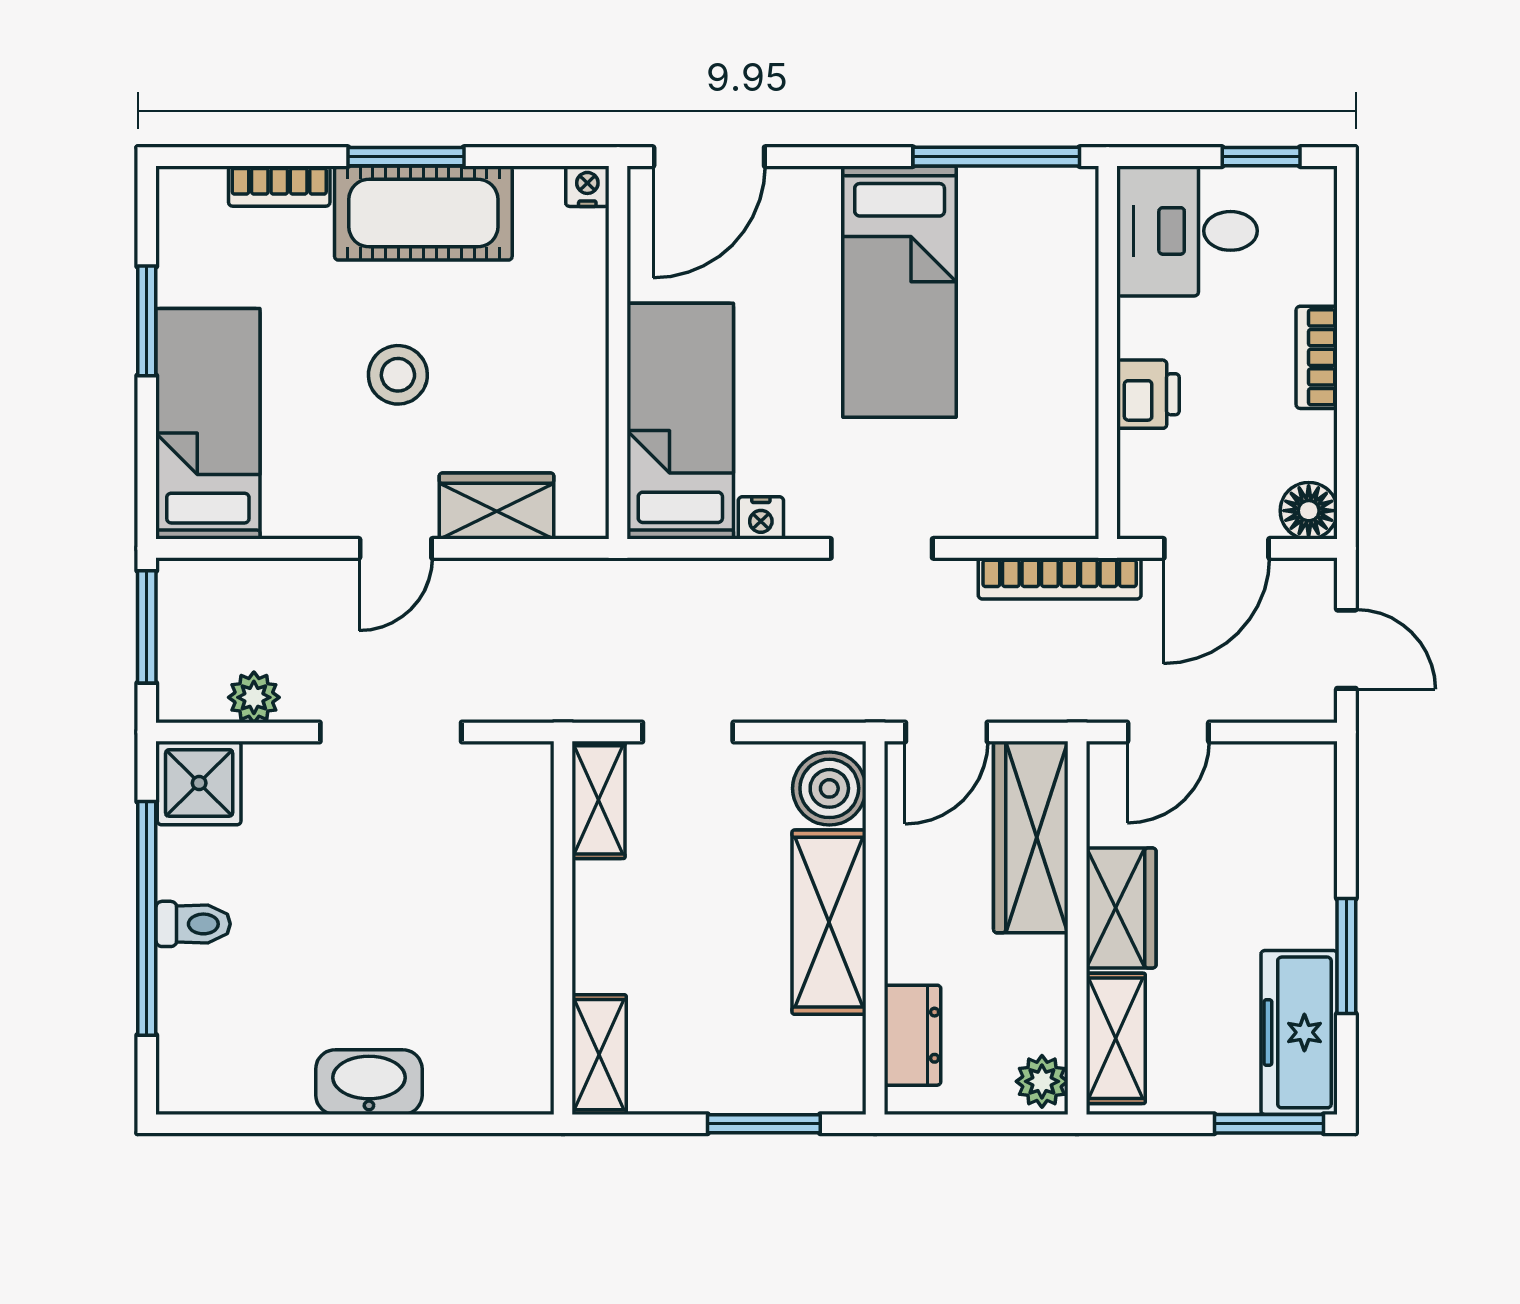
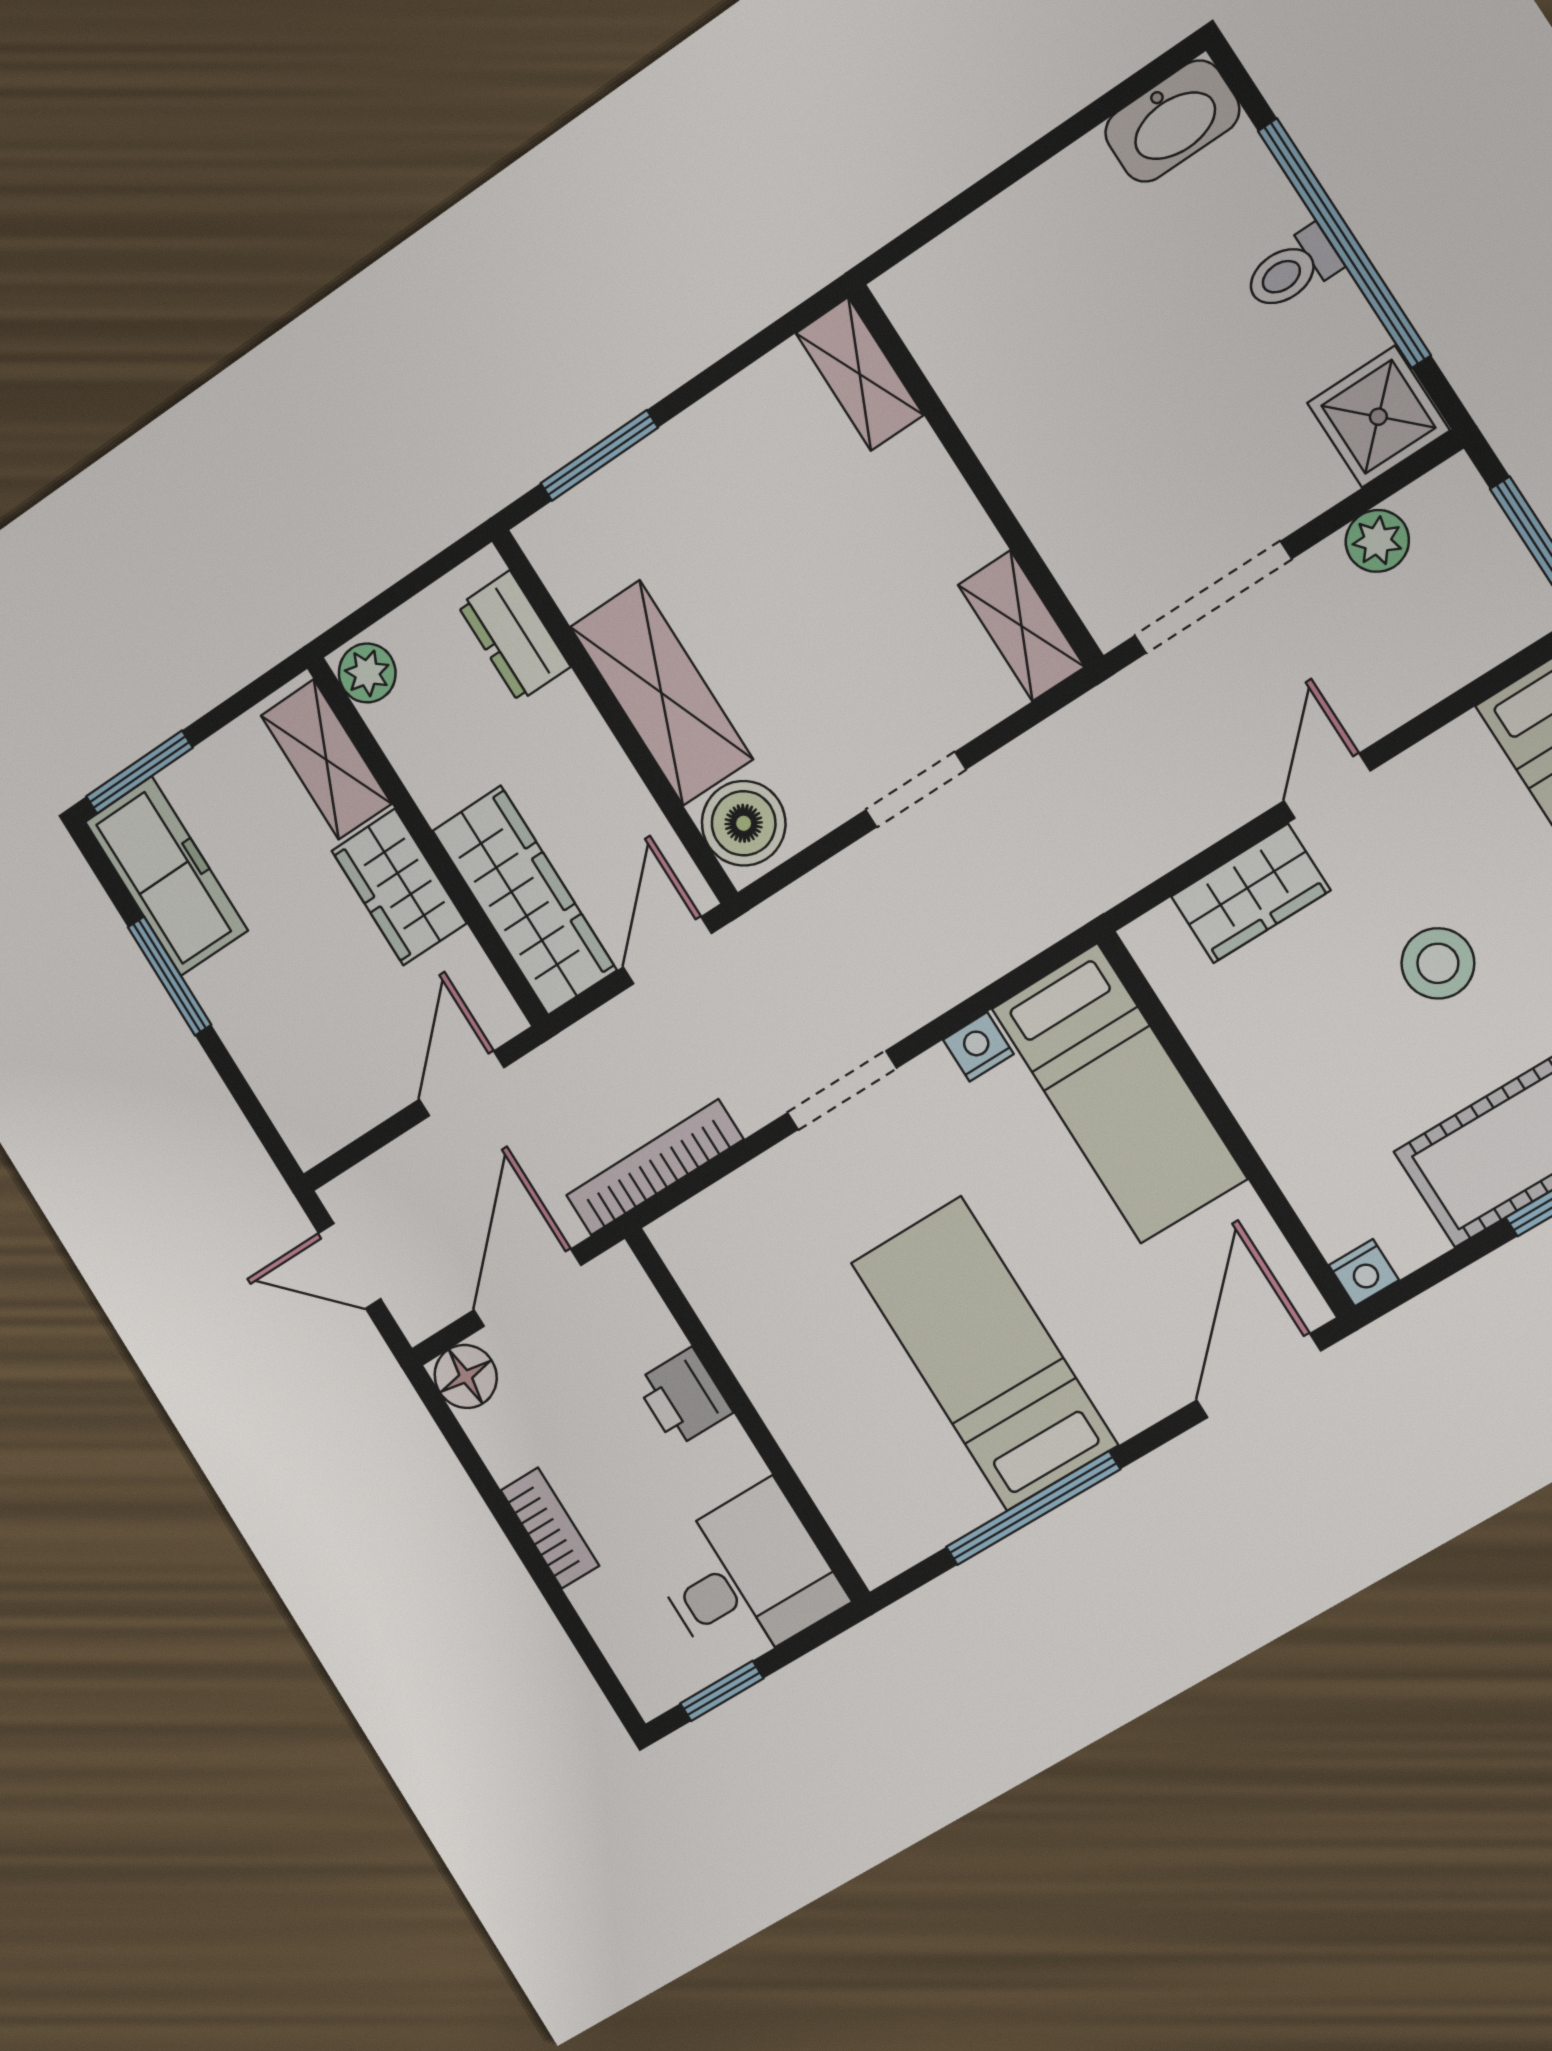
window: (996, 157) -> (1033, 1508), moved
shelving: (599, 800) -> (1021, 626), moved
wall: (563, 928) -> (975, 475), moved
shelving: (599, 1055) -> (860, 374), moved
washbasin: (369, 1082) -> (1172, 121), moved

